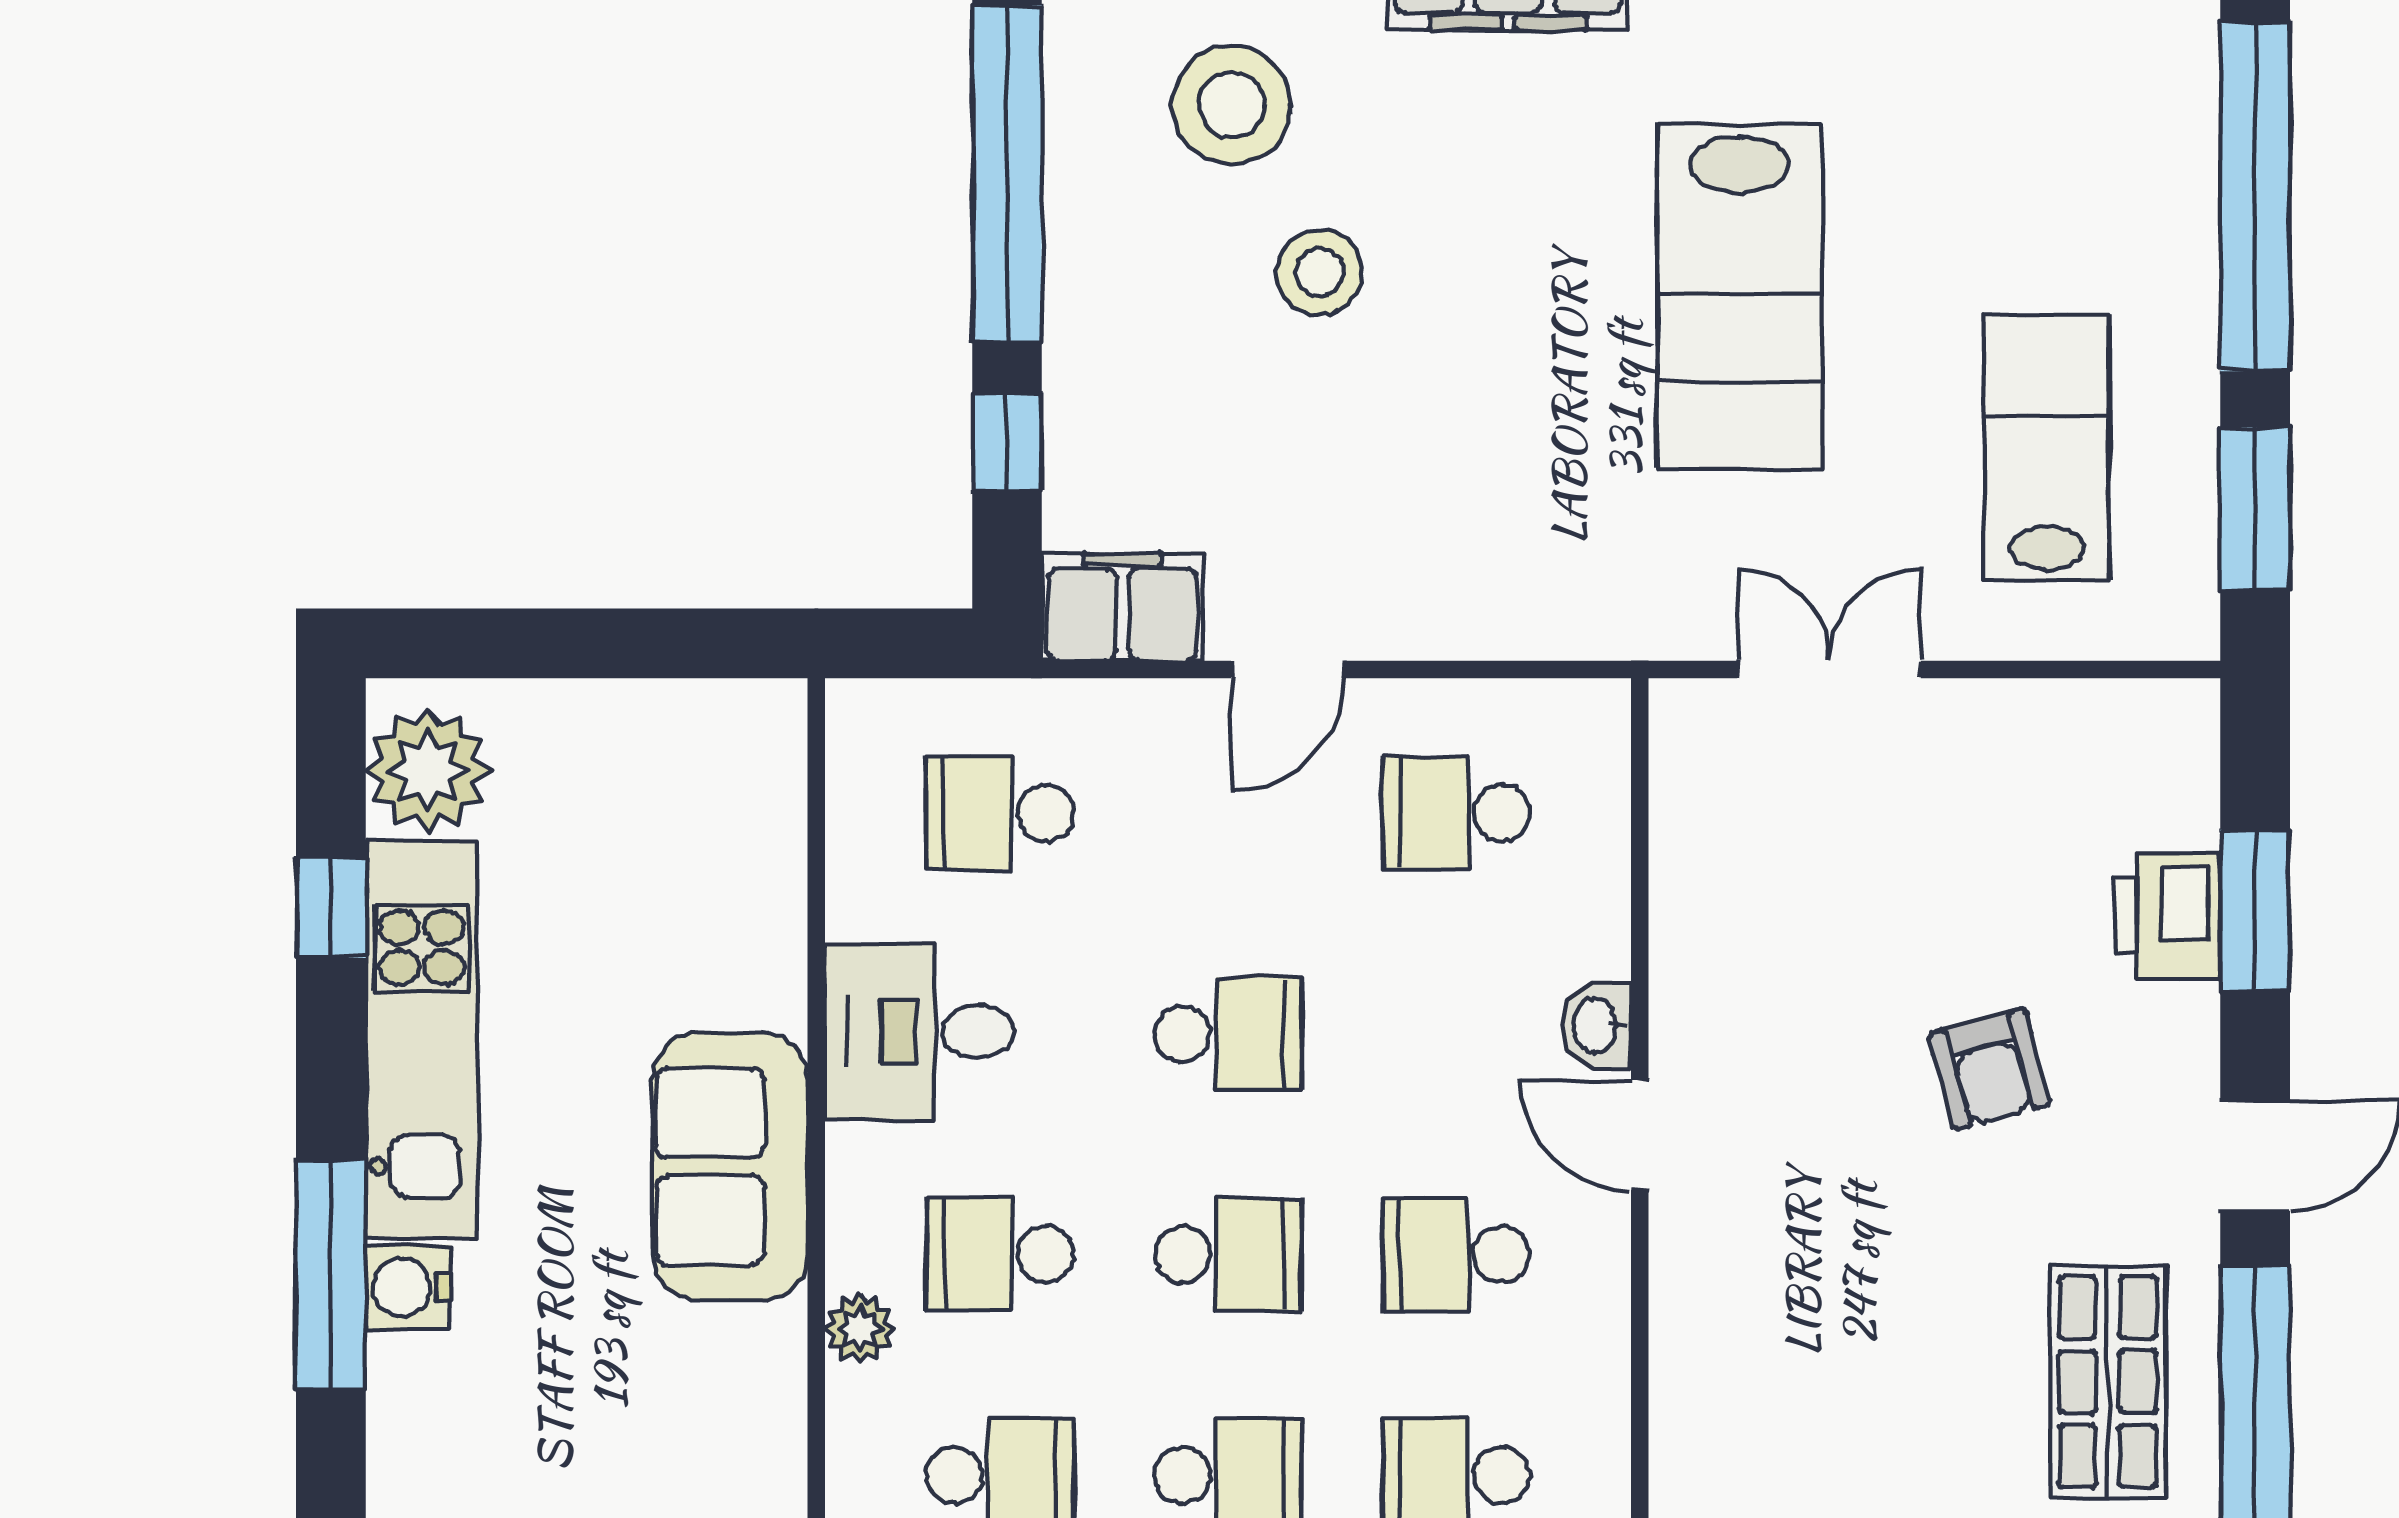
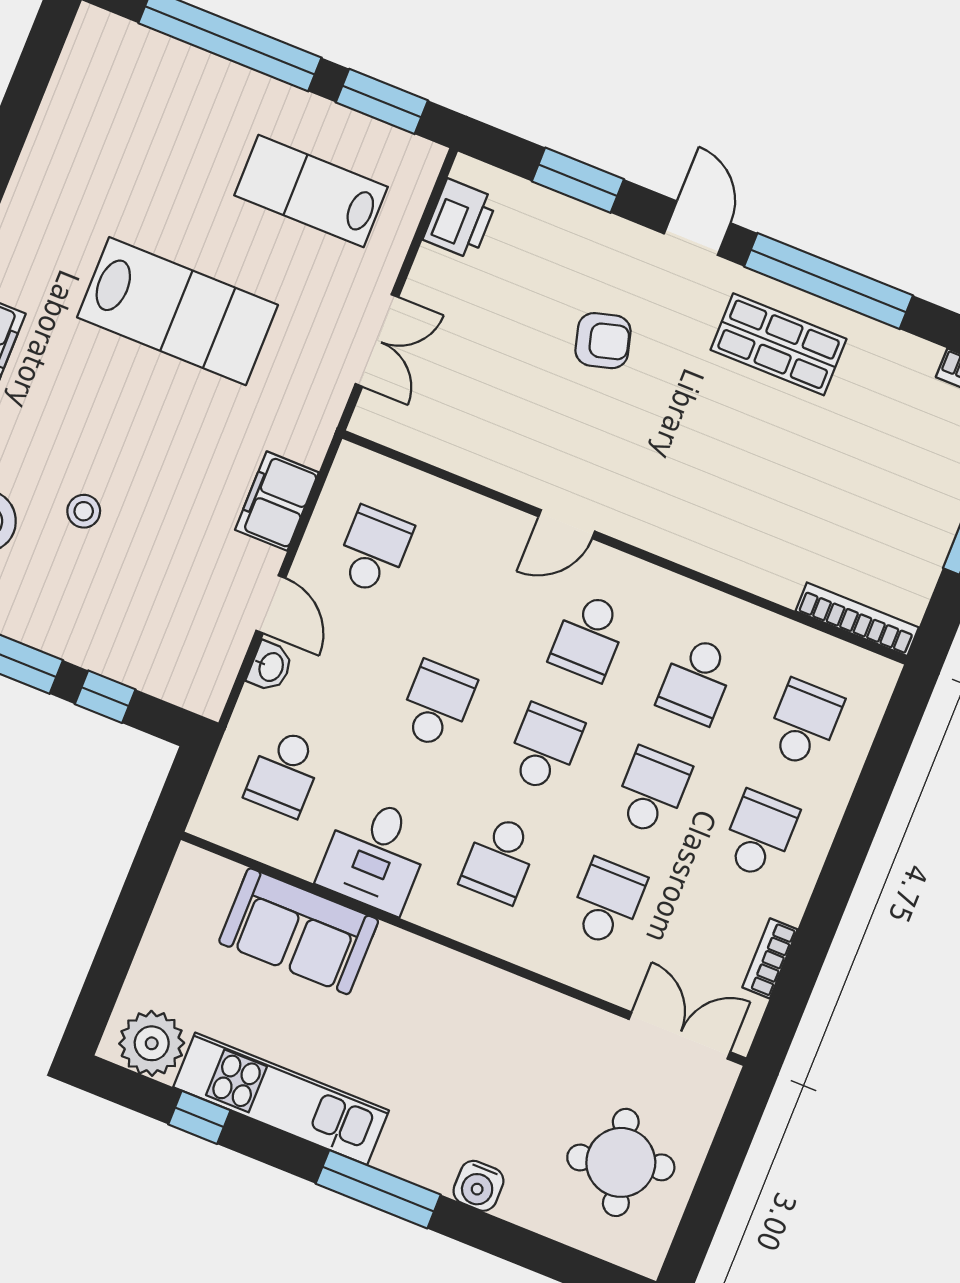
stool: (1319, 273) -> (84, 511), width x0.73, depth x0.73
filing cabinet: (1122, 607) -> (277, 501), moved
double door: (1829, 669) -> (377, 341), swing flipped
school desk: (1456, 813) -> (374, 550), turned 180
printer: (2168, 915) -> (460, 219), moved, turned -90
washbasin: (1597, 1025) -> (270, 667), moved, turned -90
sofa: (730, 1166) -> (299, 931), moved
water cooler: (408, 1287) -> (478, 1186), moved
plant: (860, 1329) -> (508, 942), removed

